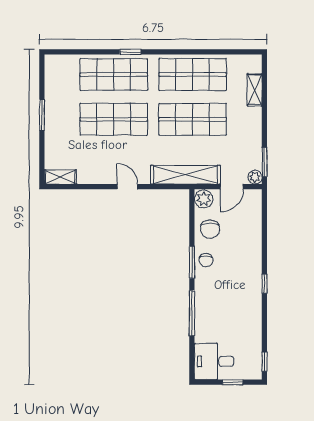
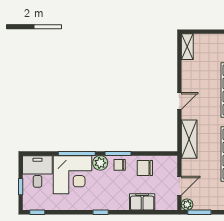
shelving: (185, 175) -> (189, 139), width x0.68
door: (232, 187) -> (179, 186), swing flipped
plant: (204, 199) -> (100, 163), moved
filing cabinet: (252, 233) -> (142, 202), added
corner desk: (218, 318) -> (73, 175), added

